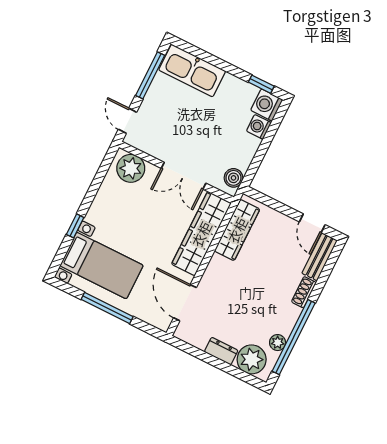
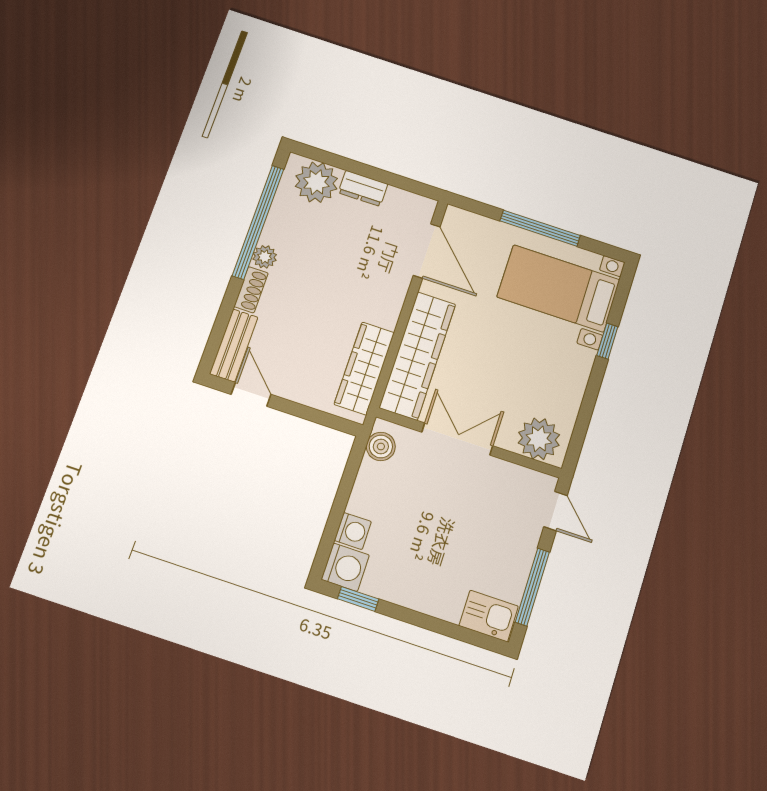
kitchen sink: (192, 70) -> (489, 616), width x0.53, depth x0.81
plant: (278, 343) -> (265, 257), moved

